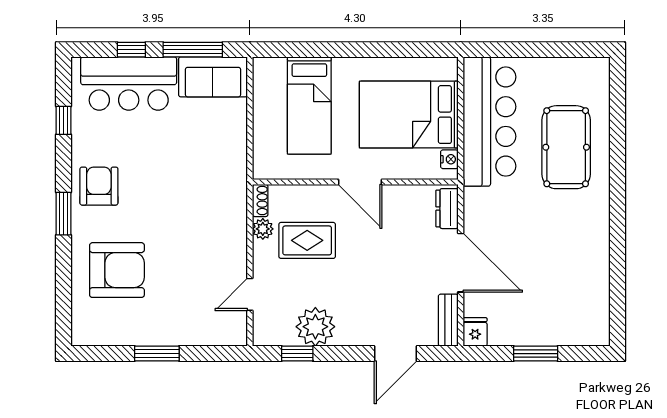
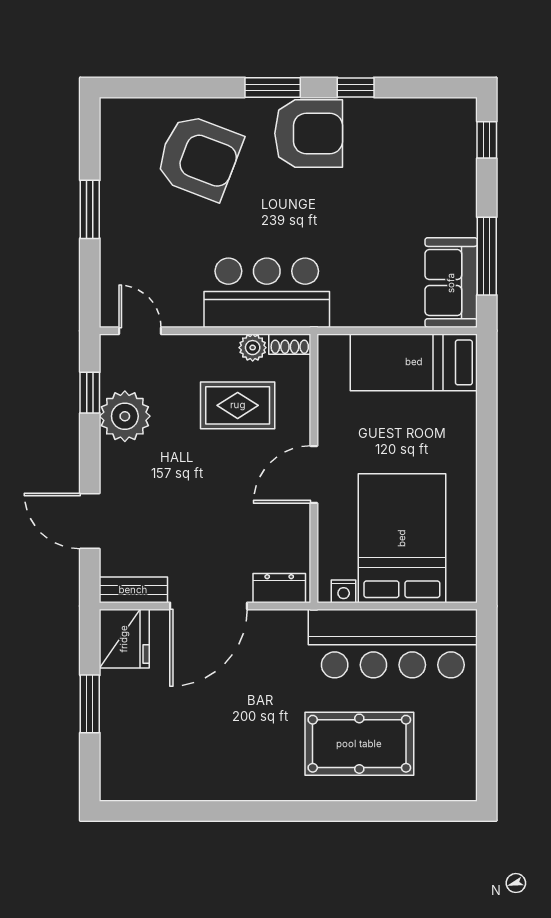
window: (131, 50) -> (487, 140), moved
bar counter: (129, 84) -> (267, 293), moved, turned 90
bed: (309, 106) -> (414, 362), moved
window: (64, 120) -> (356, 87), moved
armchair: (99, 186) -> (309, 133), width x1.36, depth x1.36
rug: (307, 240) -> (238, 405), turned 90
armchair: (117, 270) -> (199, 157), turned -69
door: (250, 294) -> (140, 331), moved
fridge: (475, 332) -> (124, 639), width x1.88, depth x1.34

